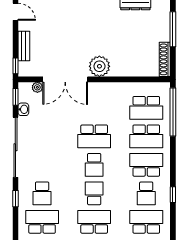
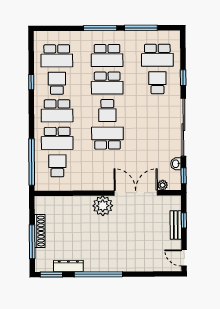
shoe rack: (165, 59) -> (40, 231), moved
window: (15, 66) -> (184, 220), moved
school desk: (146, 108) -> (57, 166), width x0.54
school desk: (146, 136) -> (57, 138), turned 180
school desk: (94, 165) -> (107, 111), turned 180
school desk: (94, 193) -> (107, 83), width x1.85

